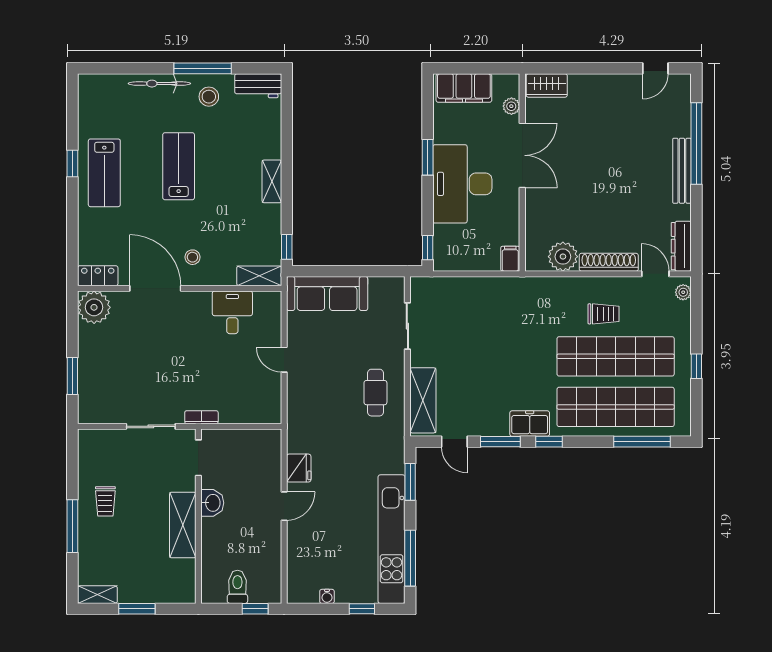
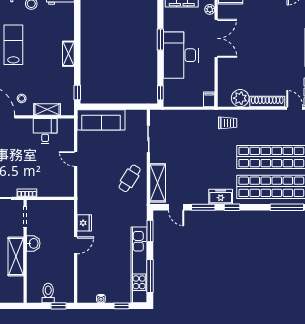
shelving: (259, 276) -> (47, 109), moved
trolley: (604, 314) -> (228, 123), moved
cafe table: (375, 393) -> (130, 178), turned 32

